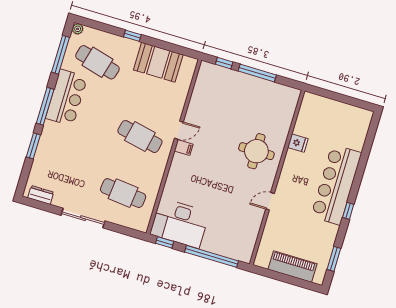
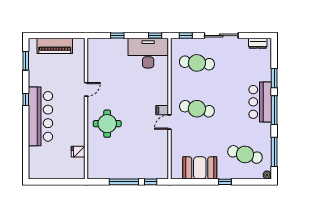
bar counter: (66, 98) -> (260, 102), moved
fridge: (298, 143) -> (78, 152), moved
window: (127, 231) -> (186, 36), added
window: (212, 256) -> (117, 36), width x0.32

